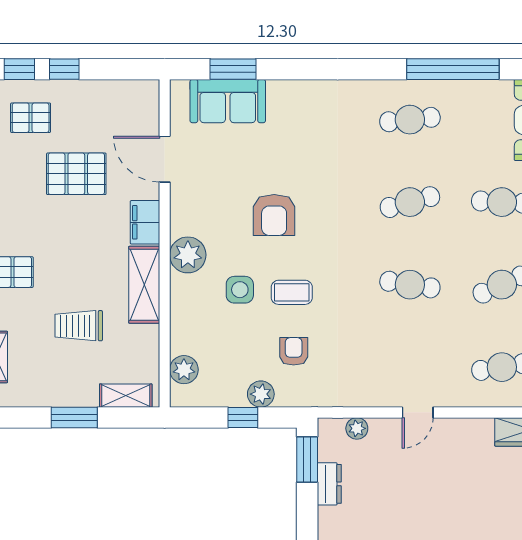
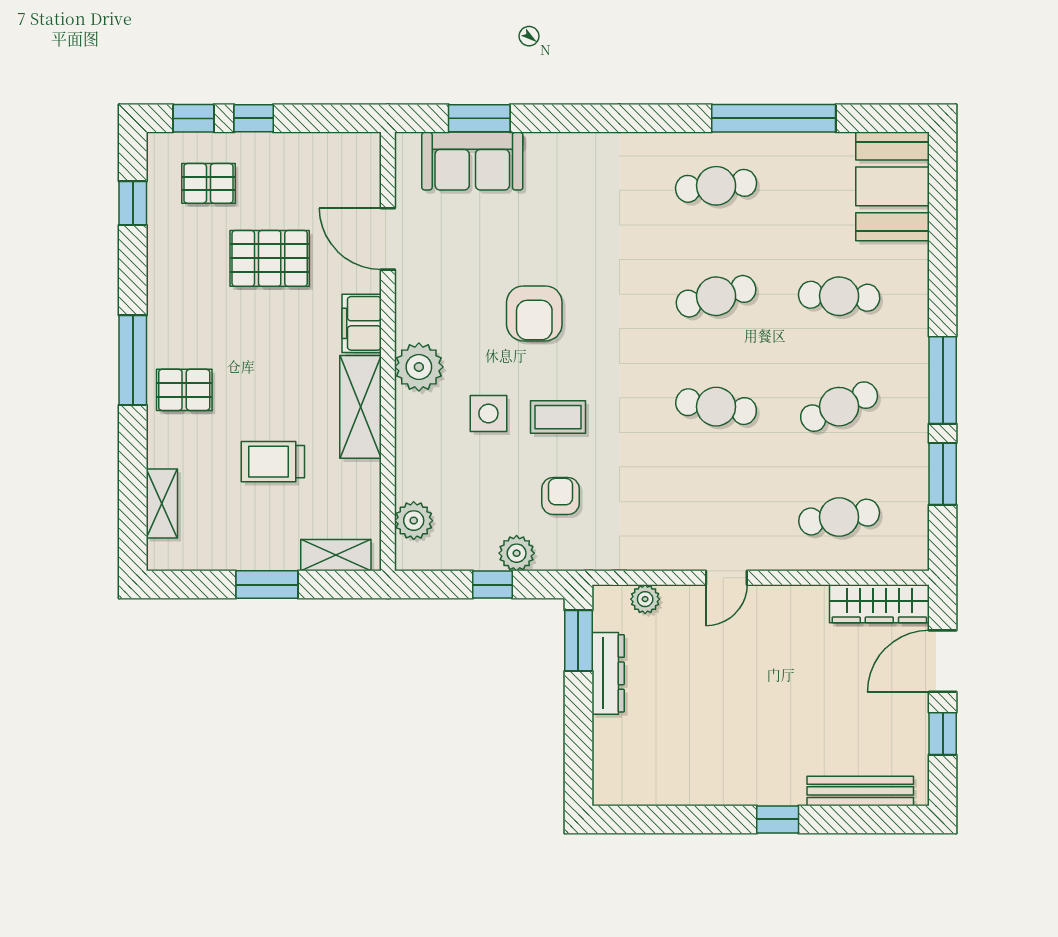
dresser: (329, 484) -> (608, 673), width x1.44

